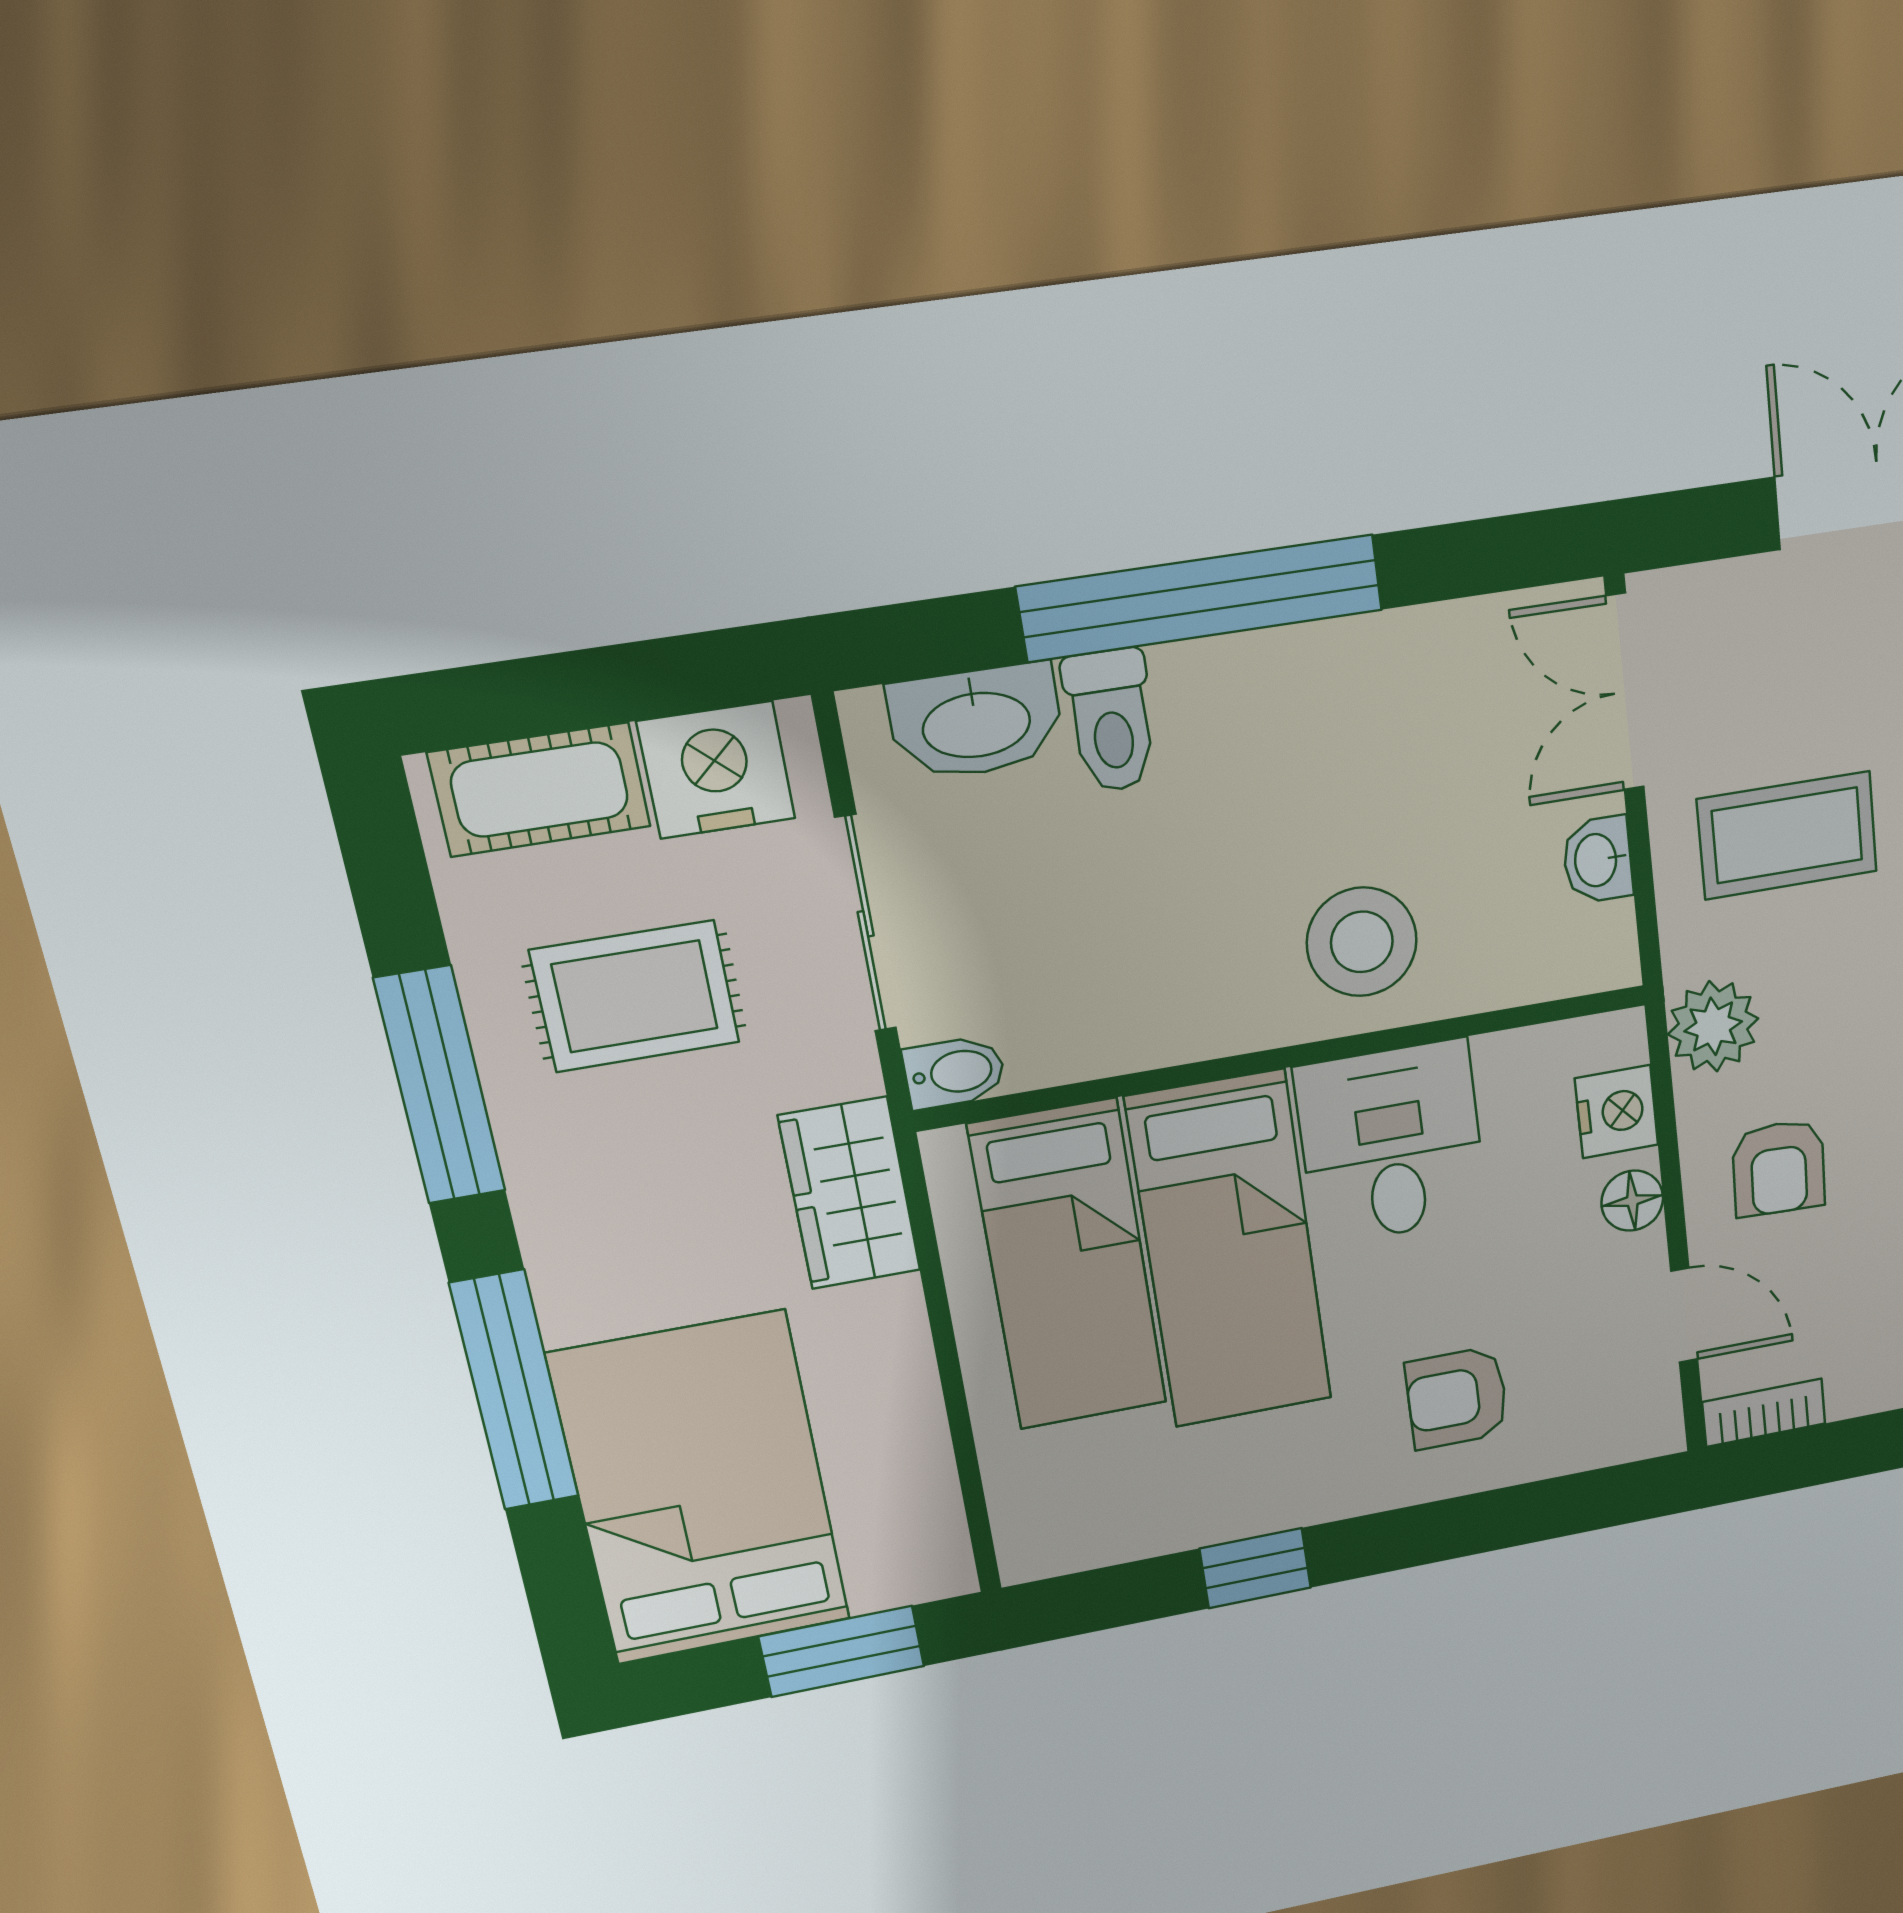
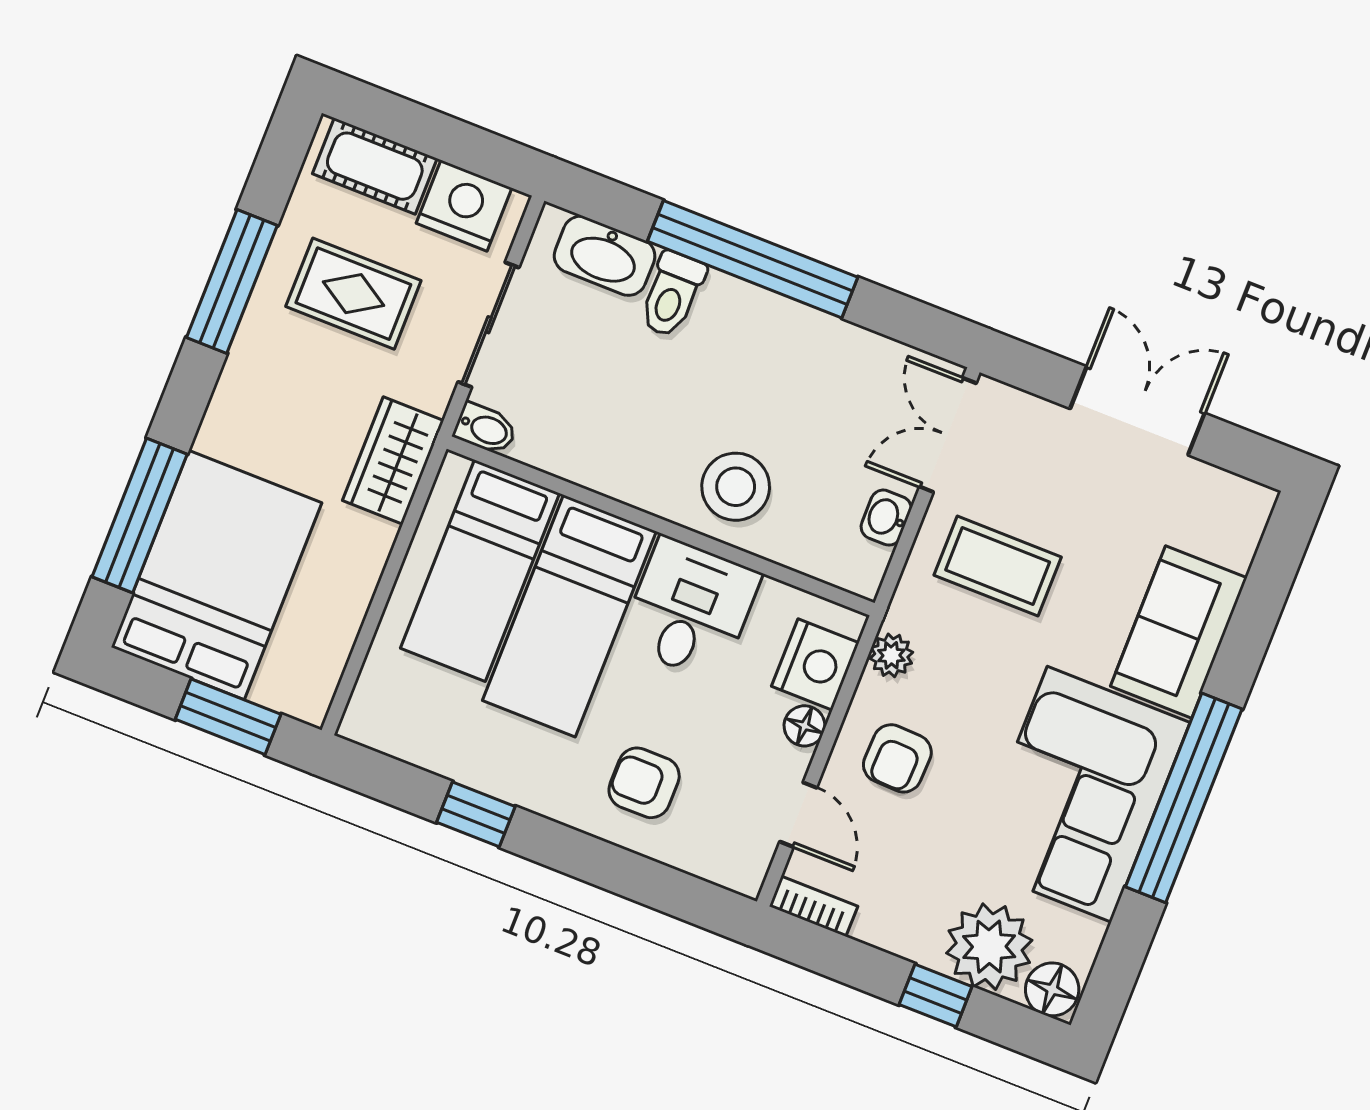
plant: (1713, 1026) -> (891, 655), width x0.73, depth x0.73
nightstand: (1617, 1112) -> (815, 664), width x1.36, depth x1.33
window: (514, 1391) -> (140, 516), moved

